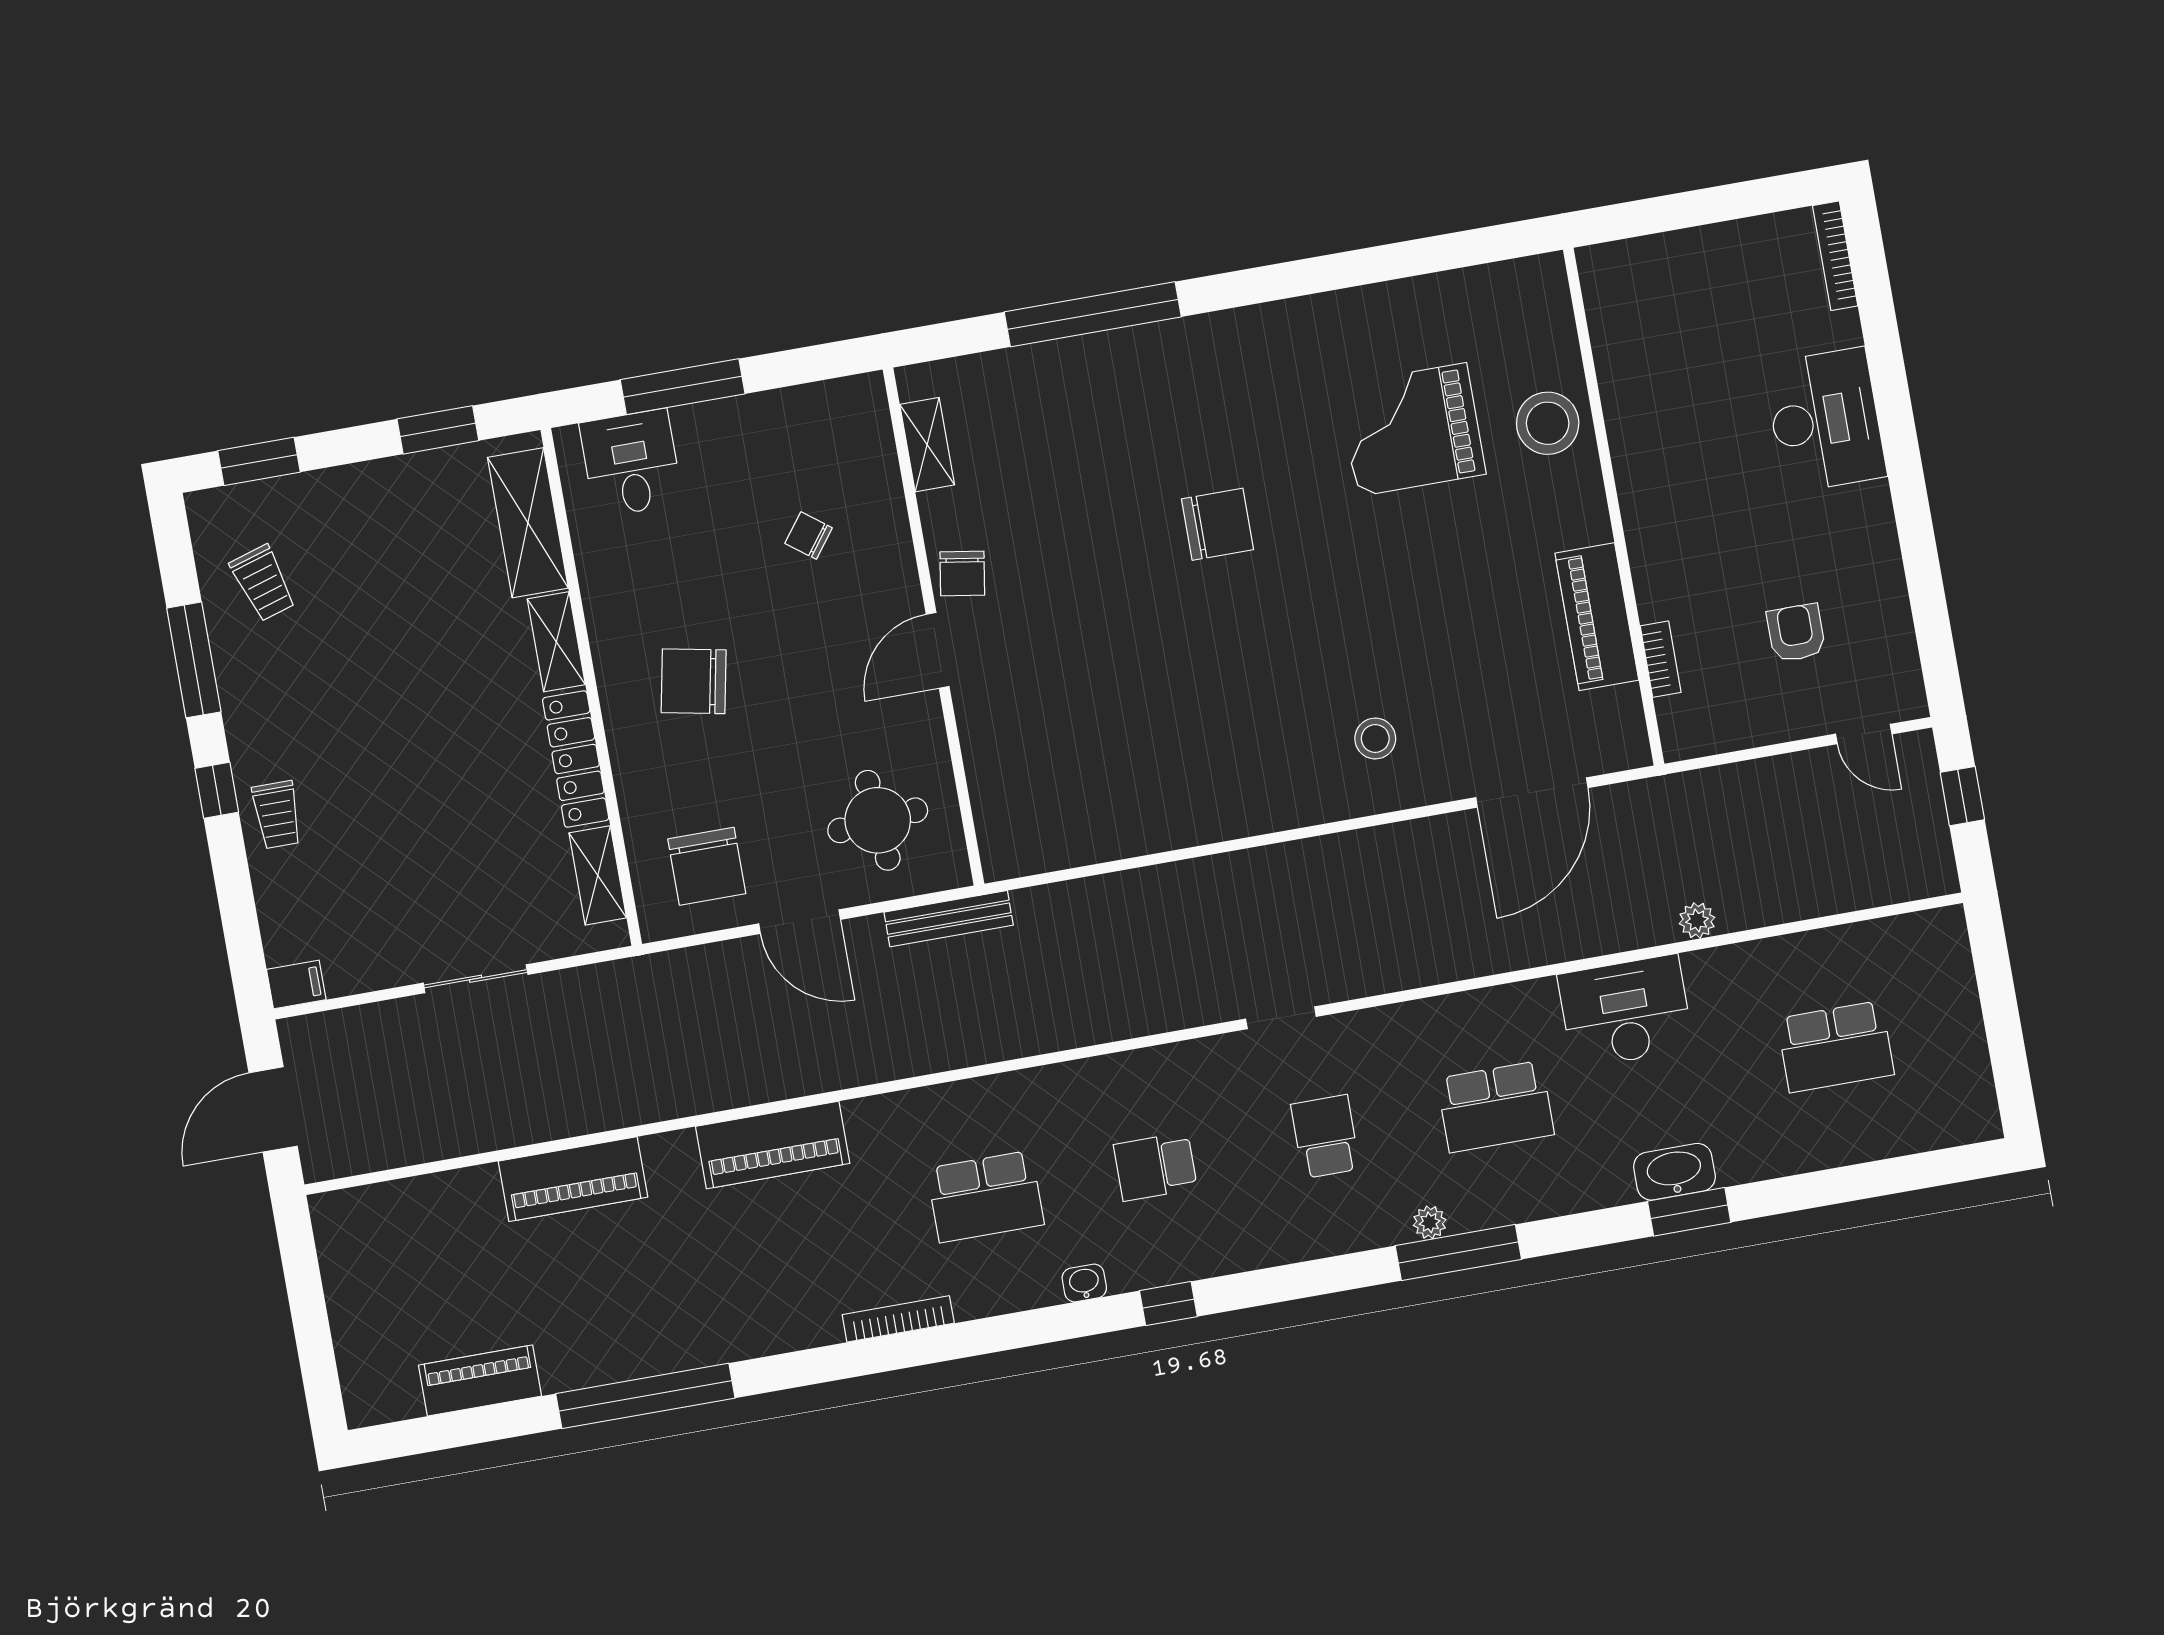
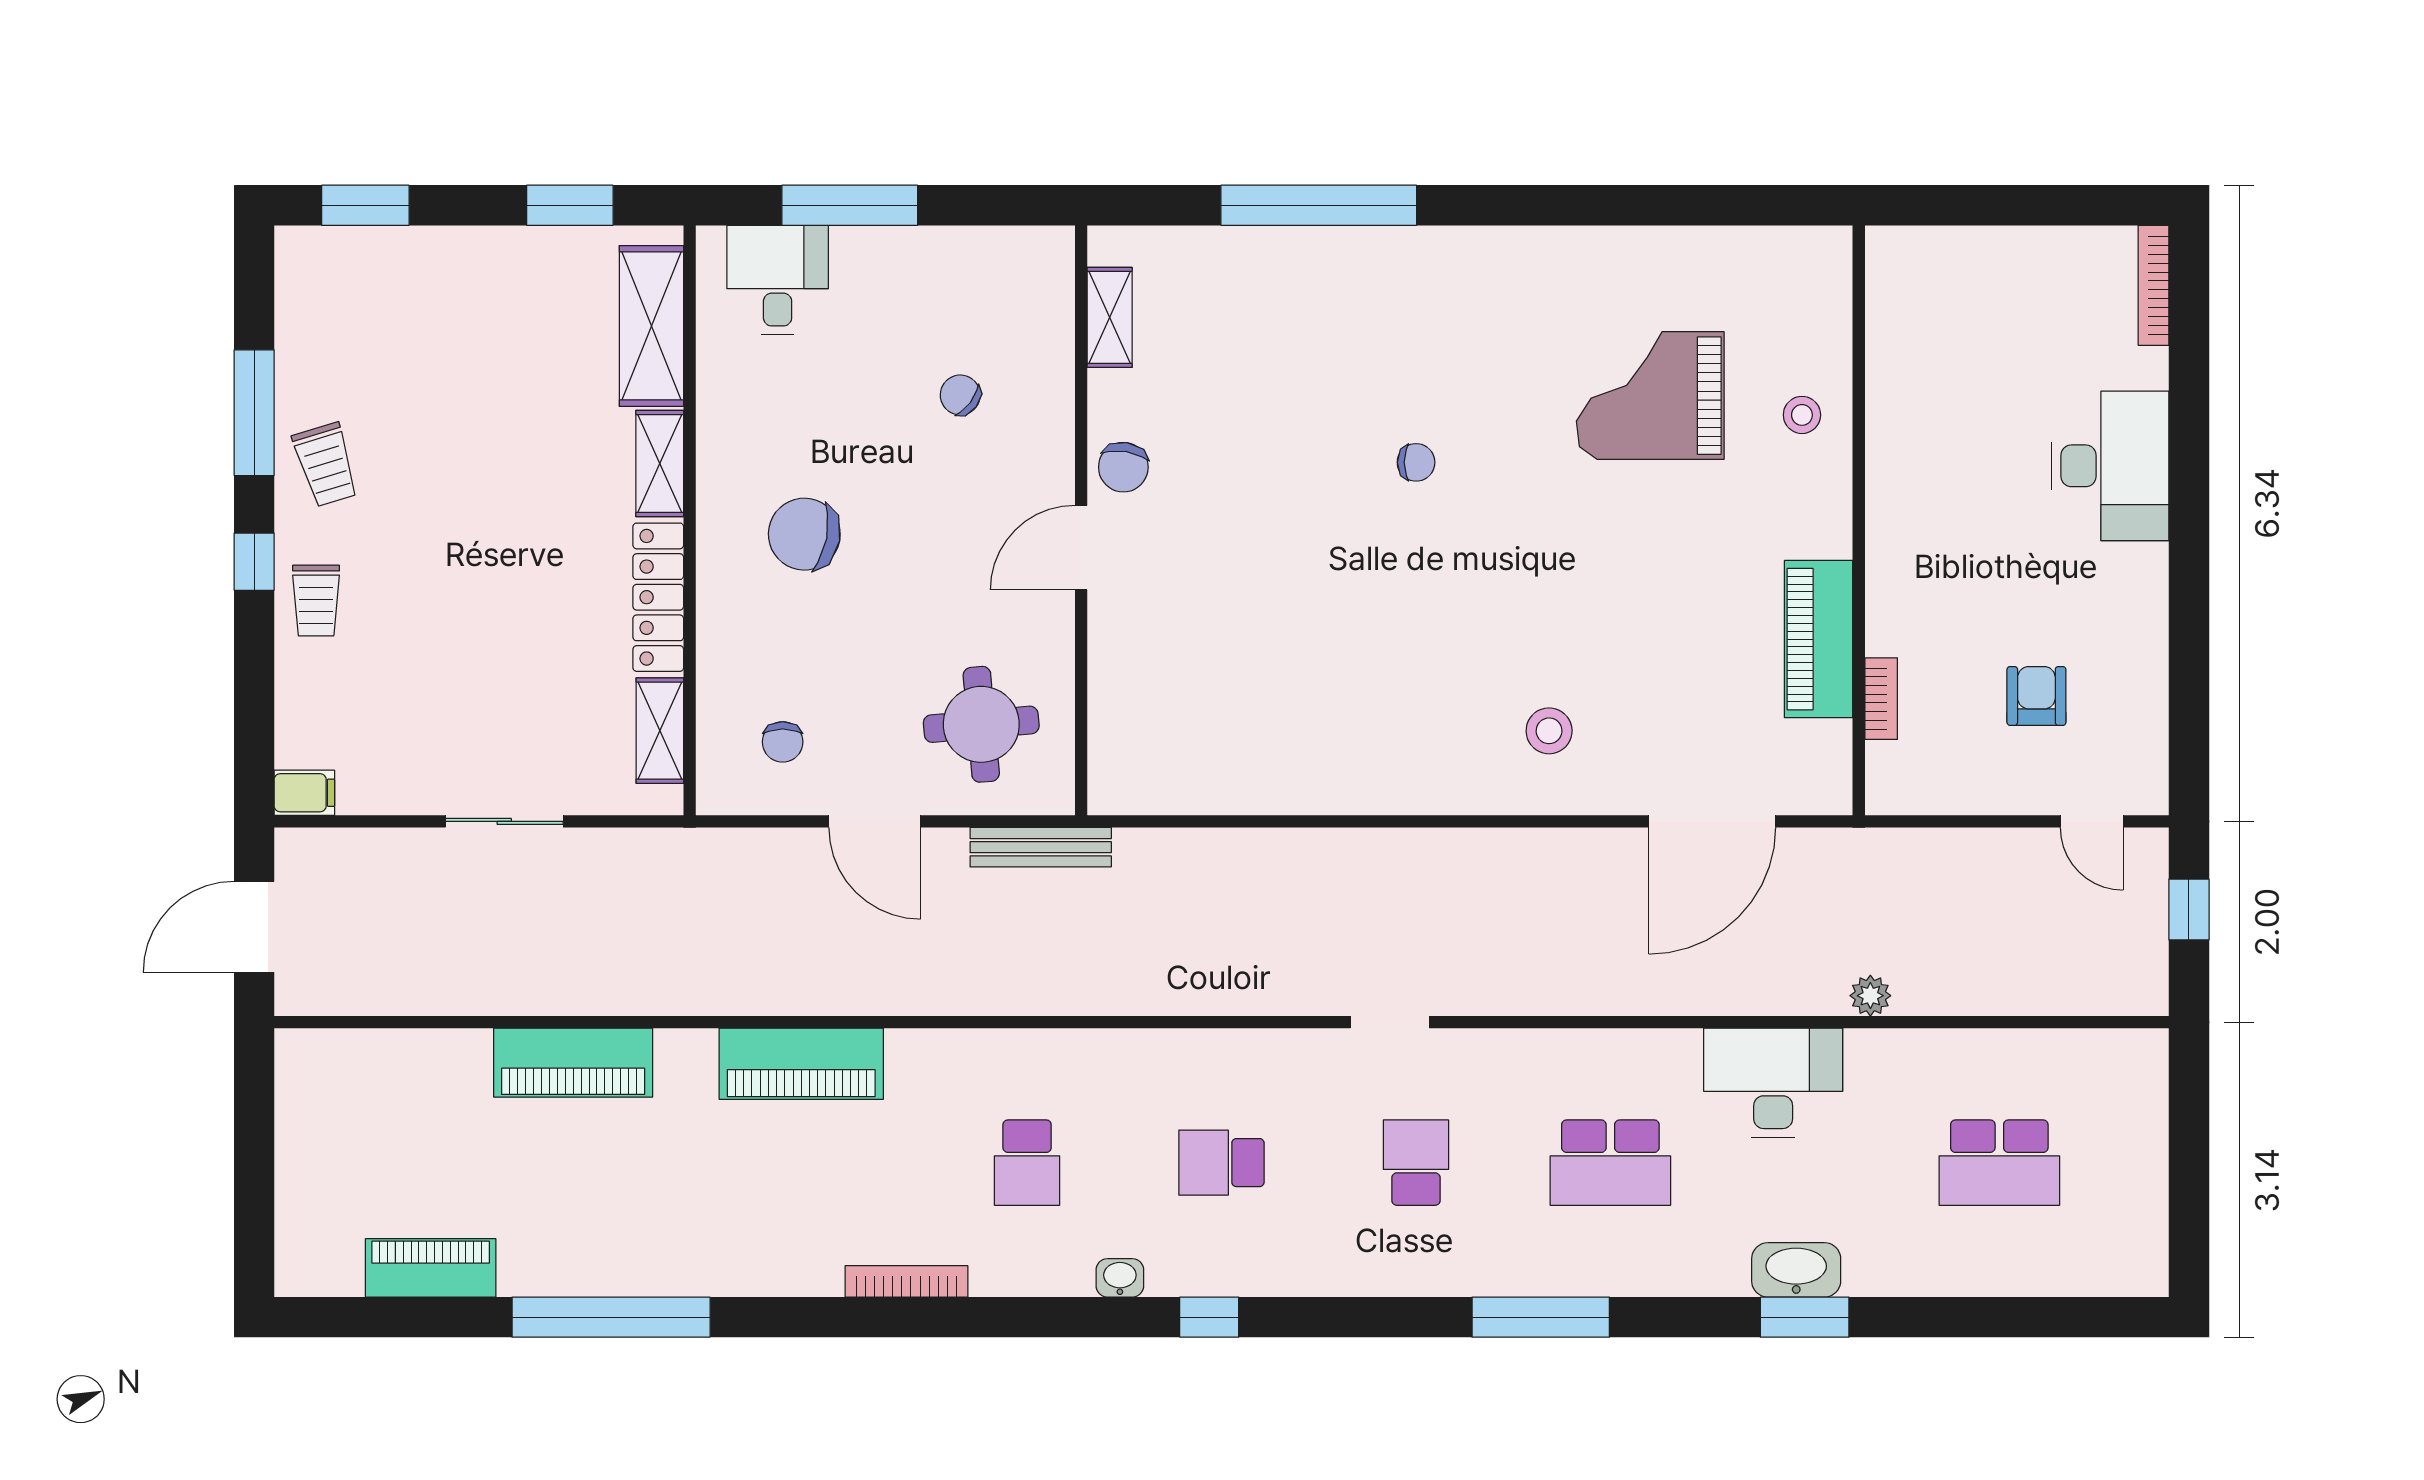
stool: (1548, 423) -> (1802, 415), width x0.53, depth x0.53
chair: (1218, 524) -> (1416, 462), width x0.54, depth x0.54
trolley: (263, 583) -> (326, 465), moved
chair: (707, 866) -> (783, 742), width x0.54, depth x0.54
school desk: (985, 1197) -> (1027, 1163), width x0.54
plant: (1430, 1222) -> (1515, 1278), removed

